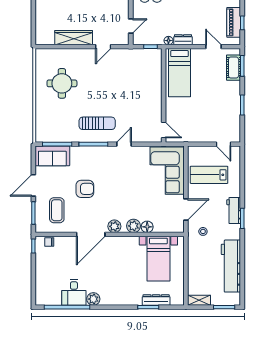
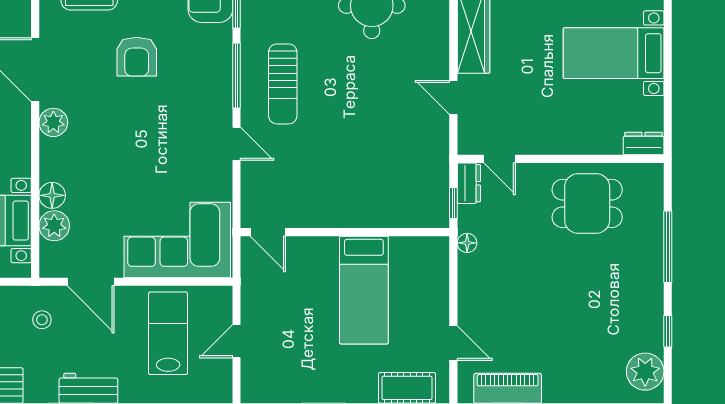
dresser: (183, 40) -> (469, 183), moved
door: (213, 47) -> (453, 343), hinge flipped
bed: (179, 73) -> (364, 290), moved, turned -90
door: (164, 130) -> (268, 232), hinge flipped
door: (224, 144) -> (236, 341), moved
plant: (133, 226) -> (54, 226), moved

